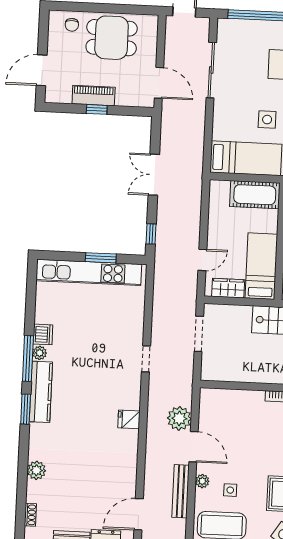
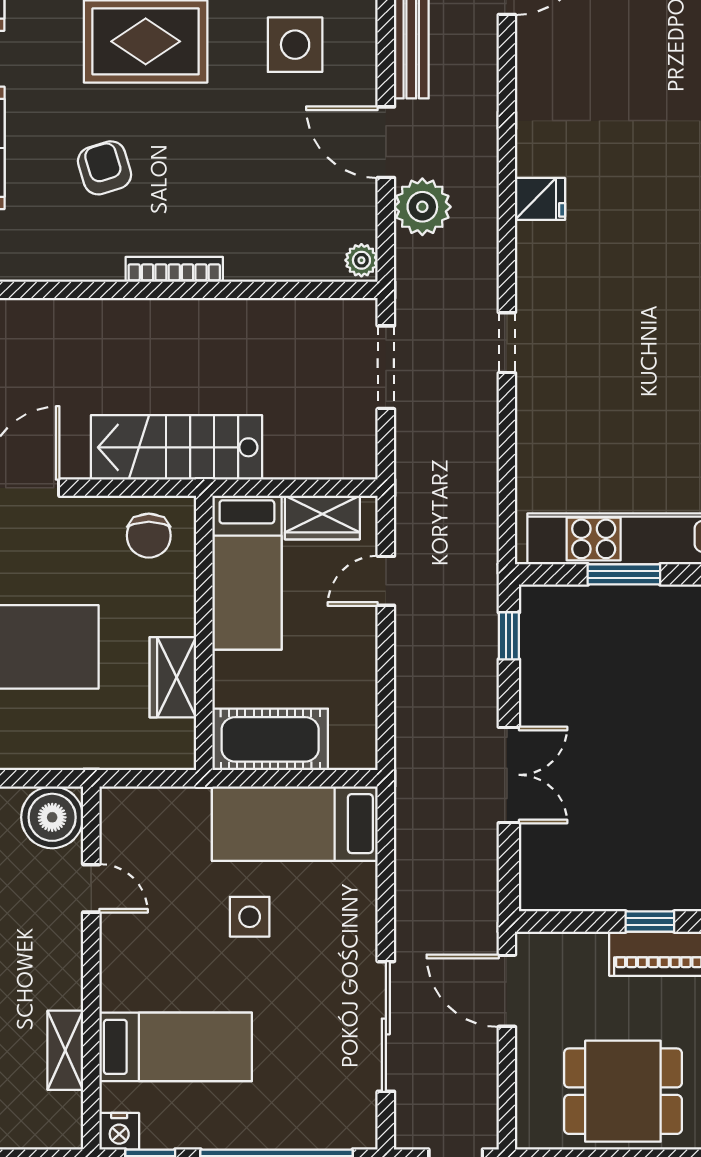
doorway: (199, 334) -> (386, 367), moved
plant: (202, 481) -> (361, 260), moved
side table: (230, 490) -> (295, 45), width x1.87, depth x1.87

